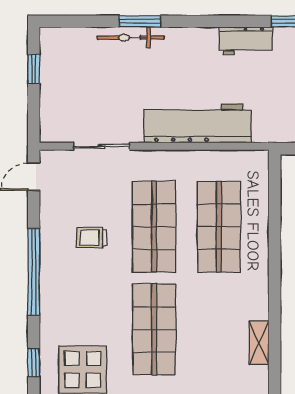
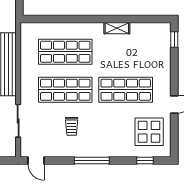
window: (34, 272) -> (92, 161), width x0.68
shelving: (259, 343) -> (117, 28), moved

